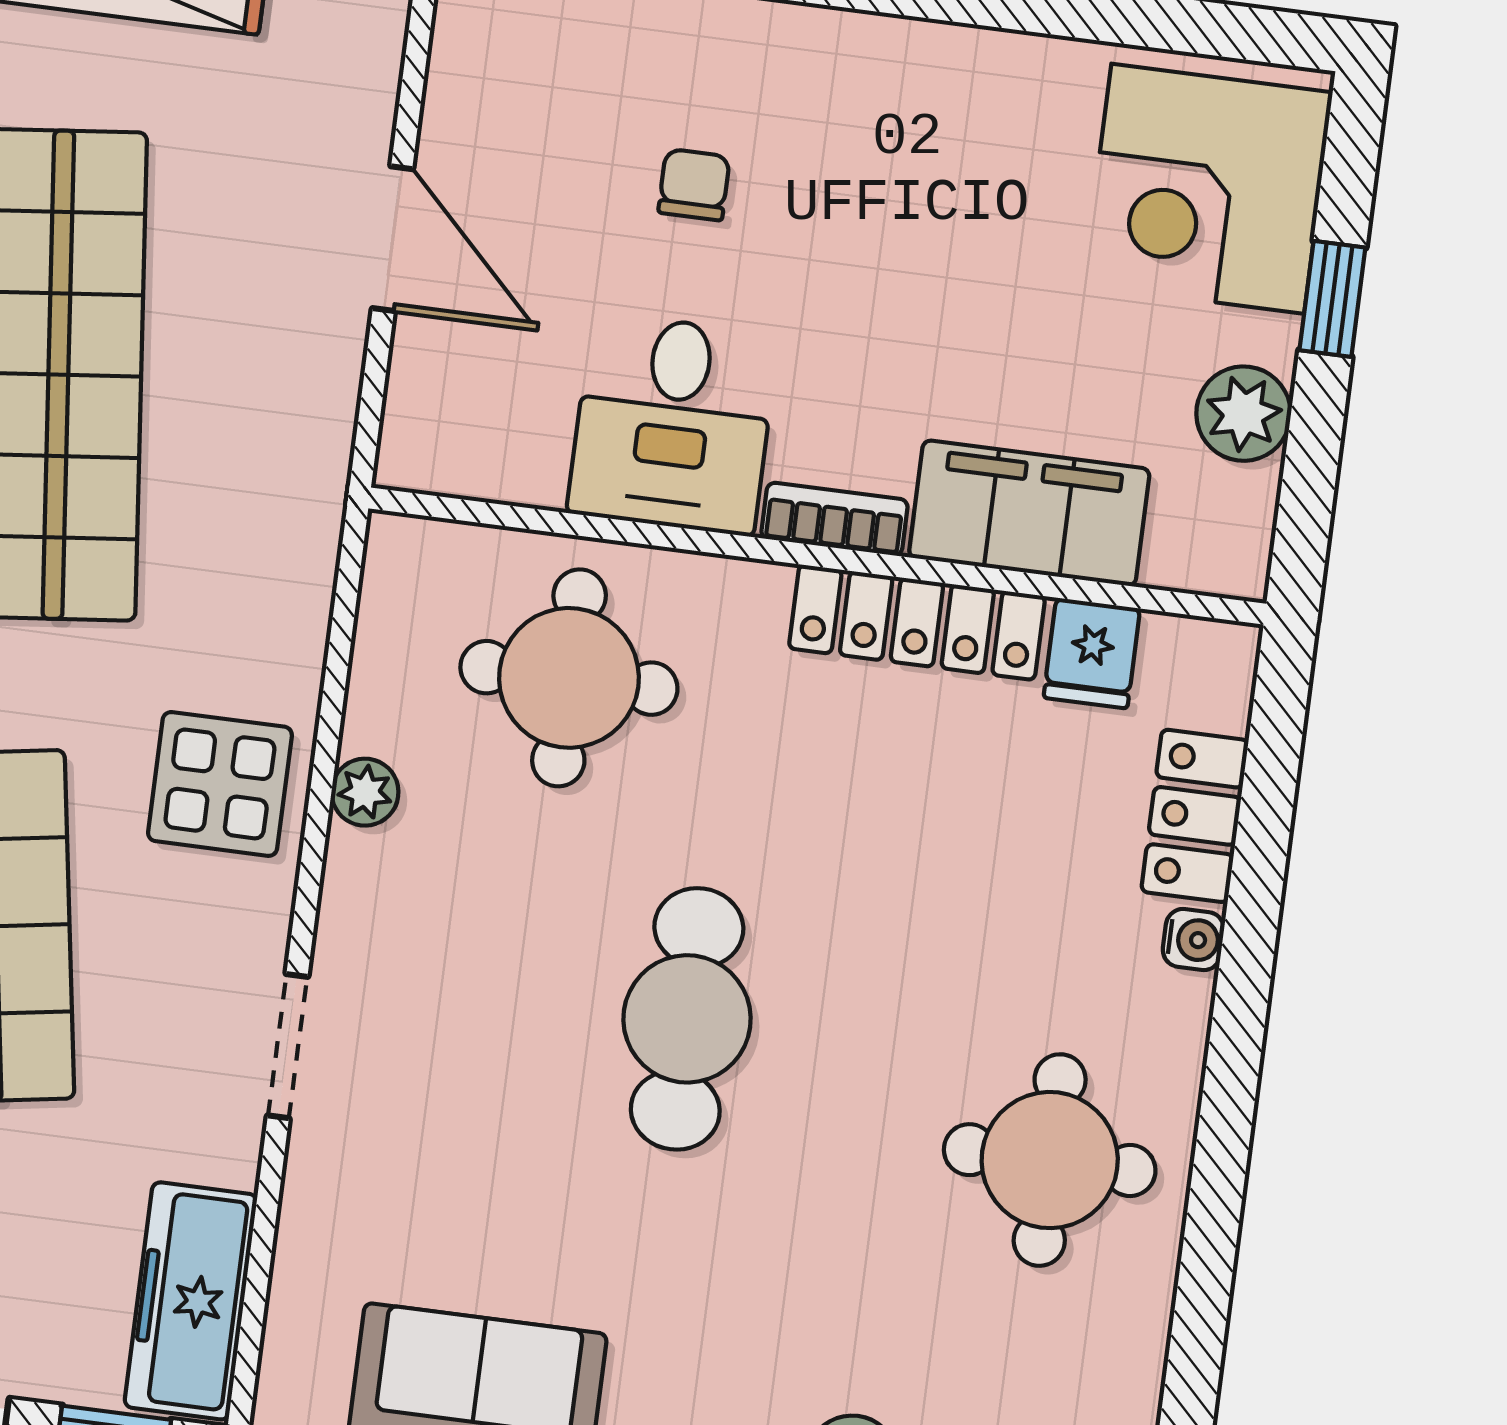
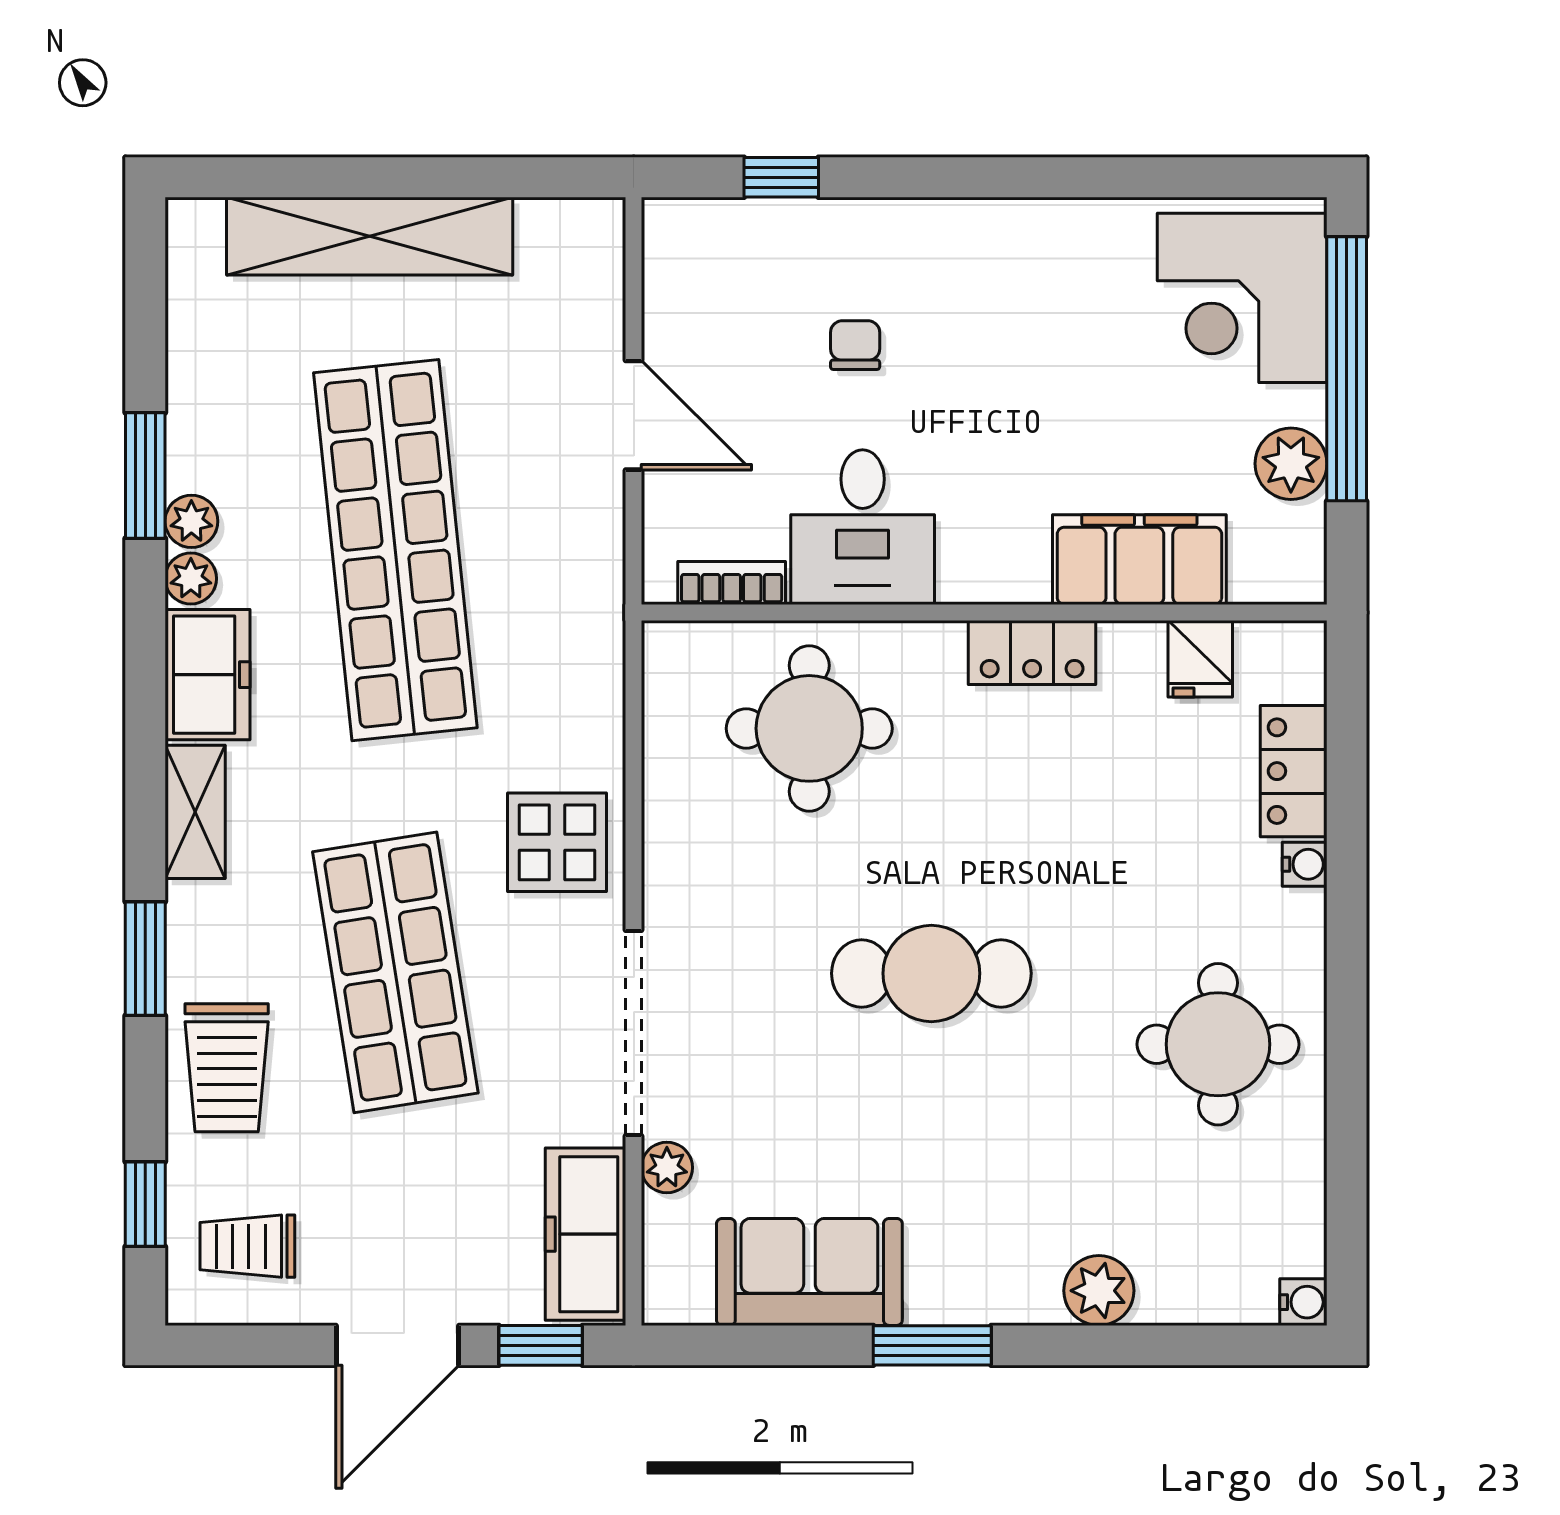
window: (1332, 299) -> (1347, 369), width x3.17
bookcase: (834, 519) -> (732, 583), moved
locker: (917, 622) -> (1032, 653), width x0.66
plant: (365, 792) -> (667, 1168), moved
cafe table: (687, 1019) -> (931, 973), turned 90
doorway: (288, 1046) -> (634, 1033), width x1.88

